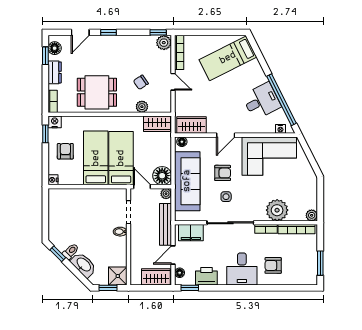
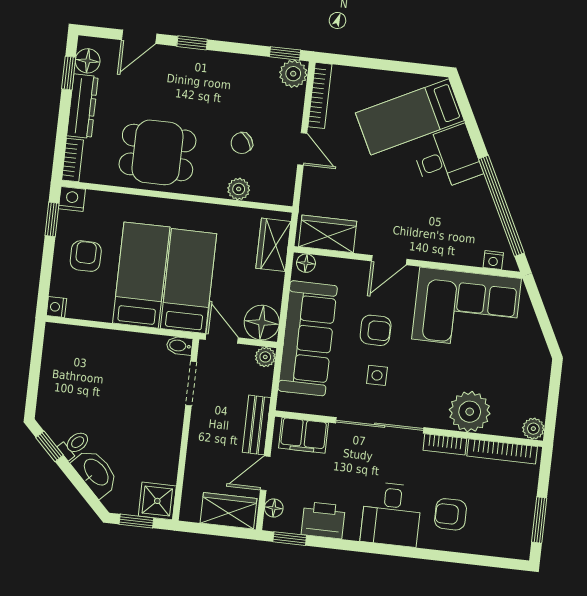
dresser: (55, 72) -> (82, 106), width x1.44
desk: (262, 101) -> (447, 158), moved
wardrobe: (157, 124) -> (273, 245), moved, turned 90
bench: (166, 224) -> (257, 425), width x0.73
bidet: (120, 232) -> (179, 346), moved

